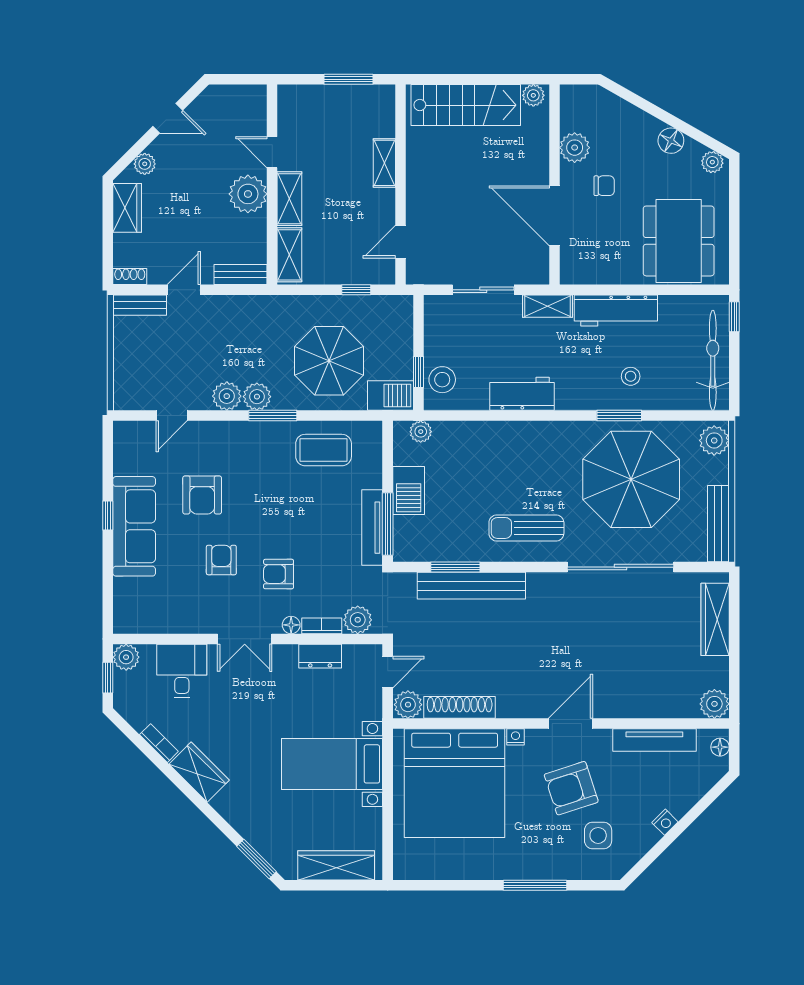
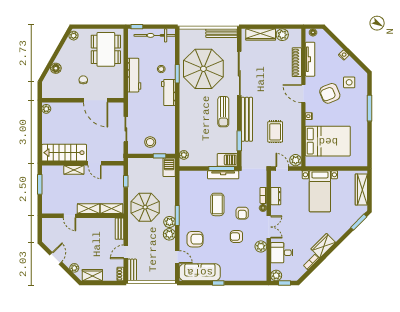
stairs: (466, 105) -> (64, 153), moved, turned -90
floor lamp: (671, 141) -> (56, 68), moved
plant: (575, 148) -> (68, 92), removed
door: (272, 152) -> (70, 216), hinge flipped
plant: (248, 194) -> (87, 226), removed
door: (554, 216) -> (96, 100), hinge flipped
dining table: (679, 241) -> (106, 49), turned 90
door: (400, 242) -> (95, 163), moved
door: (184, 290) -> (126, 252), hinge flipped
shelving: (547, 306) -> (132, 103), removed
parasol: (329, 361) -> (145, 207), moved
stool: (442, 380) -> (150, 142), moved
workbench: (522, 394) -> (168, 92), moved
plant: (714, 440) -> (187, 35), removed
coffee table: (324, 450) -> (217, 204), moved
barbecue: (409, 491) -> (227, 160), moved
armchair: (202, 495) -> (195, 239), moved
sofa: (134, 526) -> (200, 272), moved
bench: (471, 586) -> (247, 119), moved
plant: (358, 620) -> (261, 246), moved
rug: (477, 655) -> (275, 132), added
plant: (714, 704) -> (282, 35), moved
shoe rack: (460, 707) -> (297, 62), moved
bed: (455, 783) -> (328, 141), width x0.73
armchair: (571, 788) -> (330, 93), turned 86

